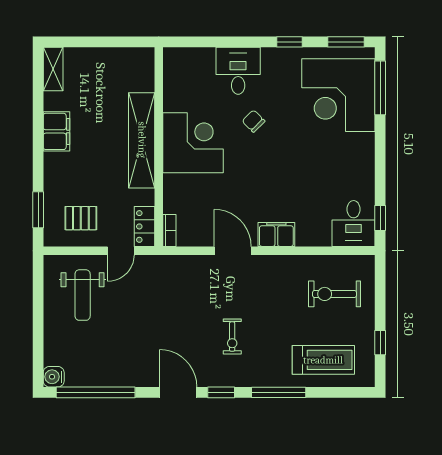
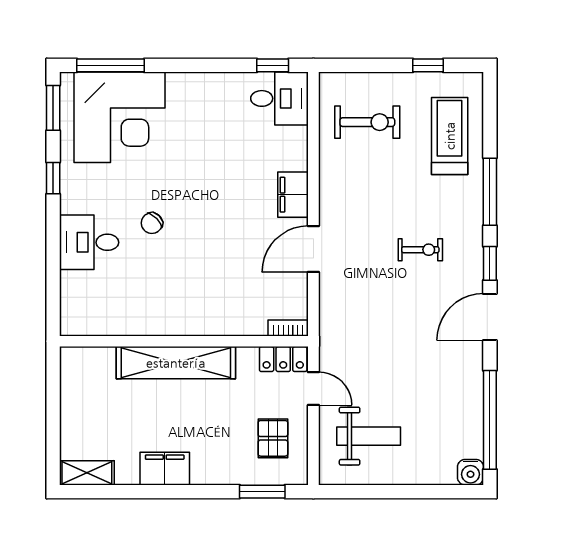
corner desk: (193, 143) -> (179, 298), removed
exercise bike: (335, 294) -> (367, 122), turned -90

